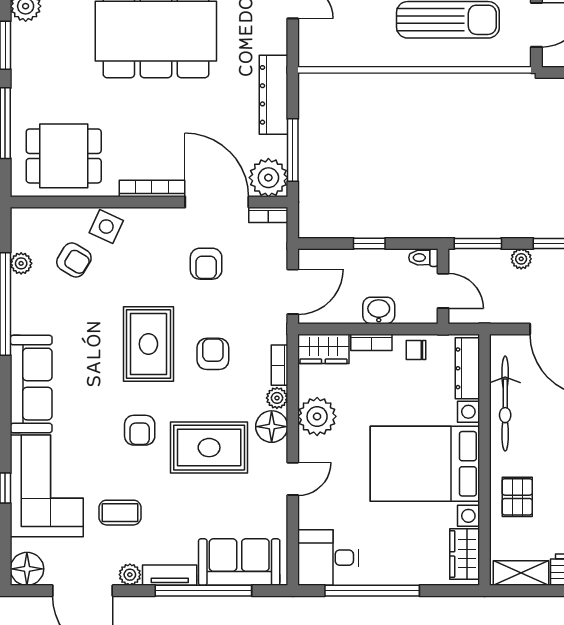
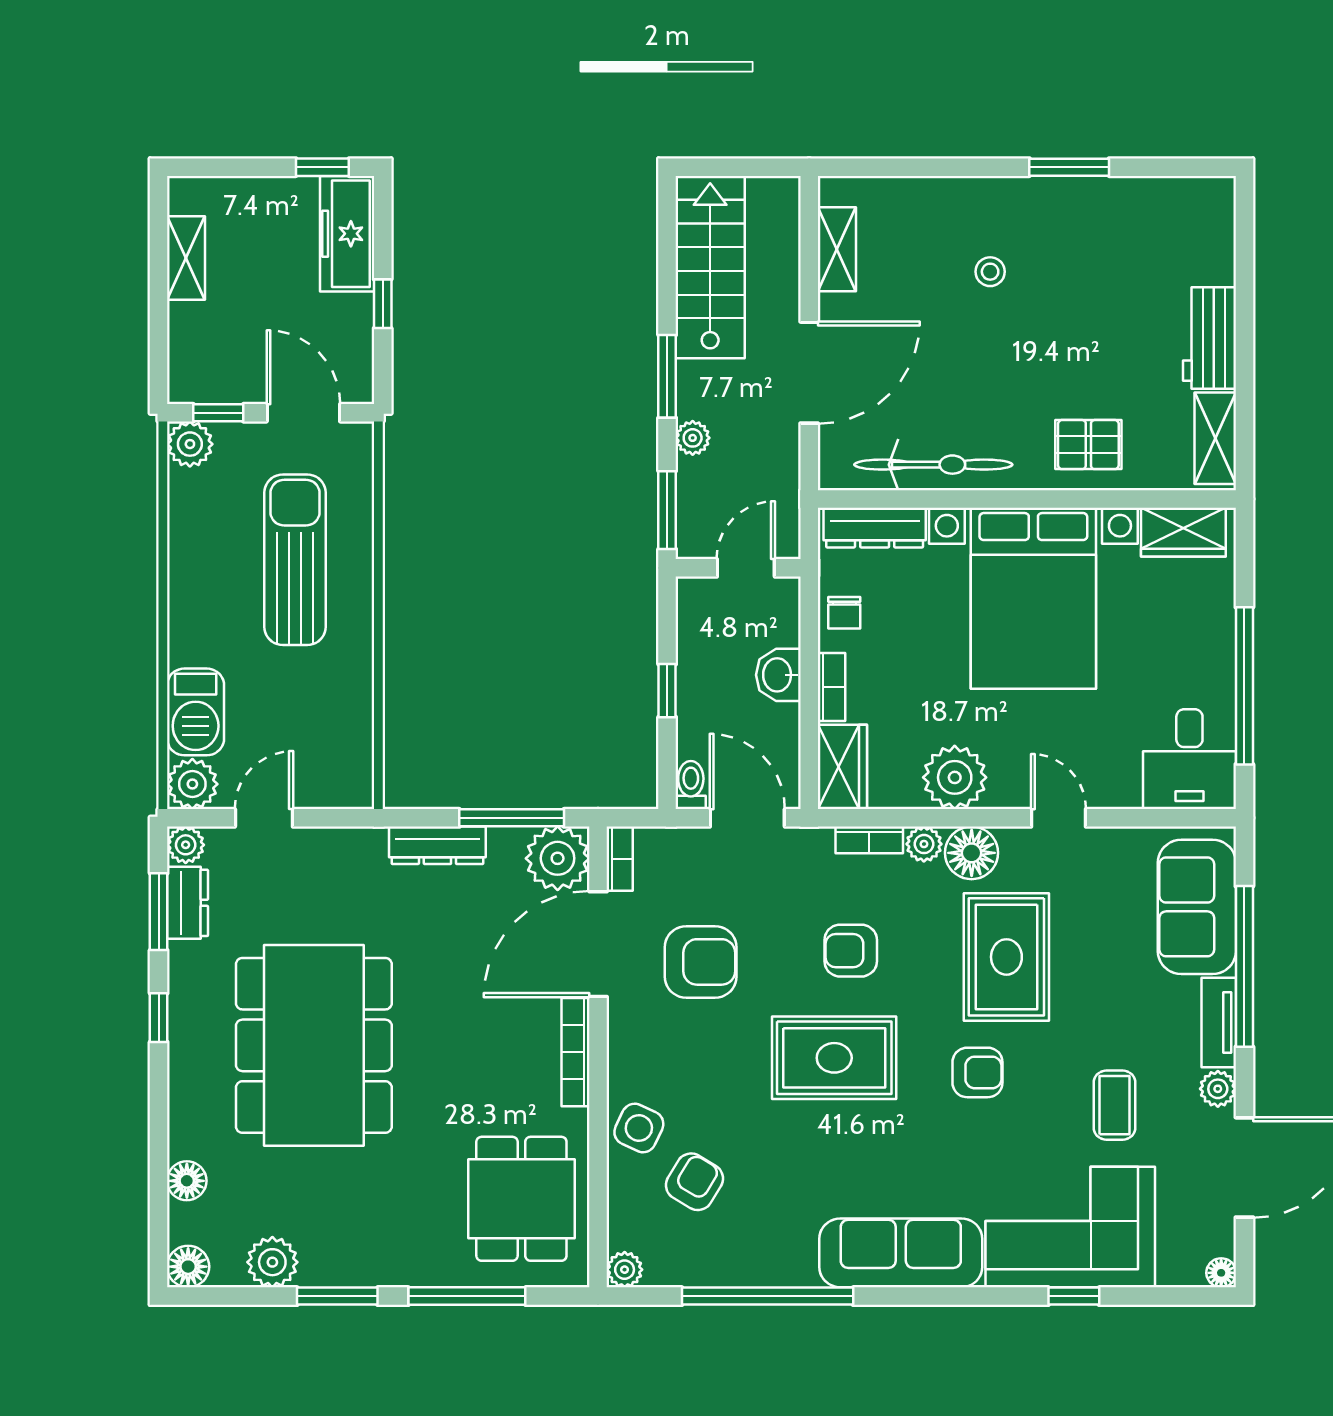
dresser: (273, 95) -> (437, 845), width x0.73, depth x0.80
toilet: (423, 258) -> (691, 785), moved, turned 180
plant: (21, 263) -> (625, 1270), moved
armchair: (206, 264) -> (701, 962), width x1.38, depth x1.38
floor lamp: (27, 569) -> (1221, 1273), width x0.53, depth x0.53

